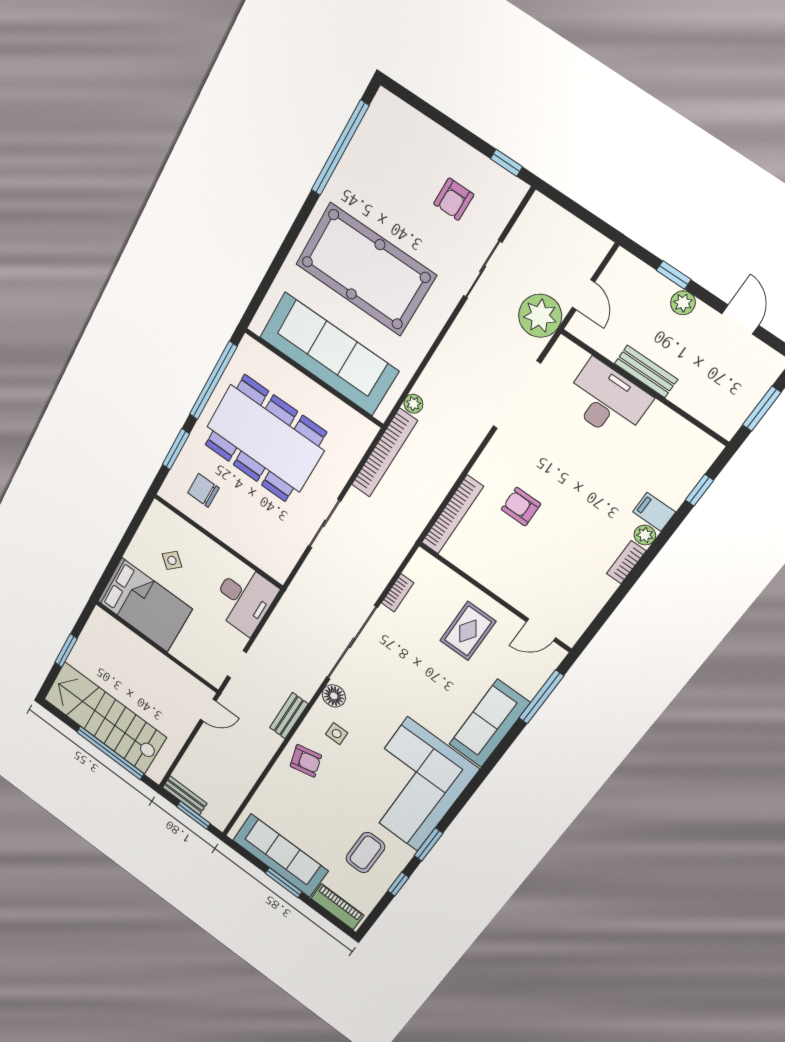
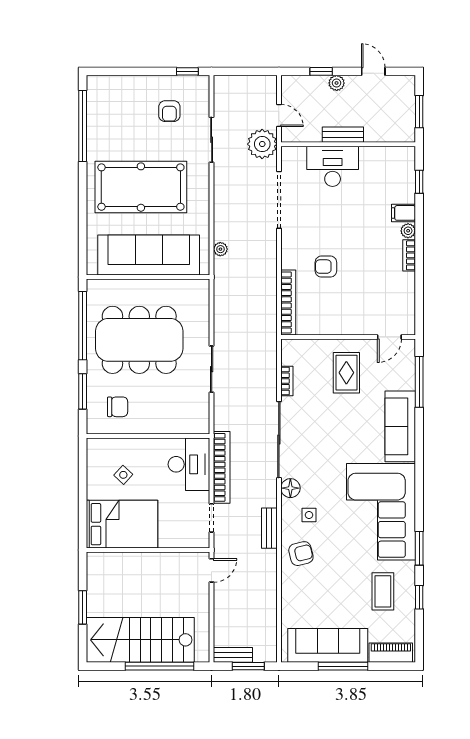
bookcase: (384, 453) -> (222, 467), moved
chair: (203, 490) -> (118, 407), turned 180
window: (284, 883) -> (343, 666), width x1.44

